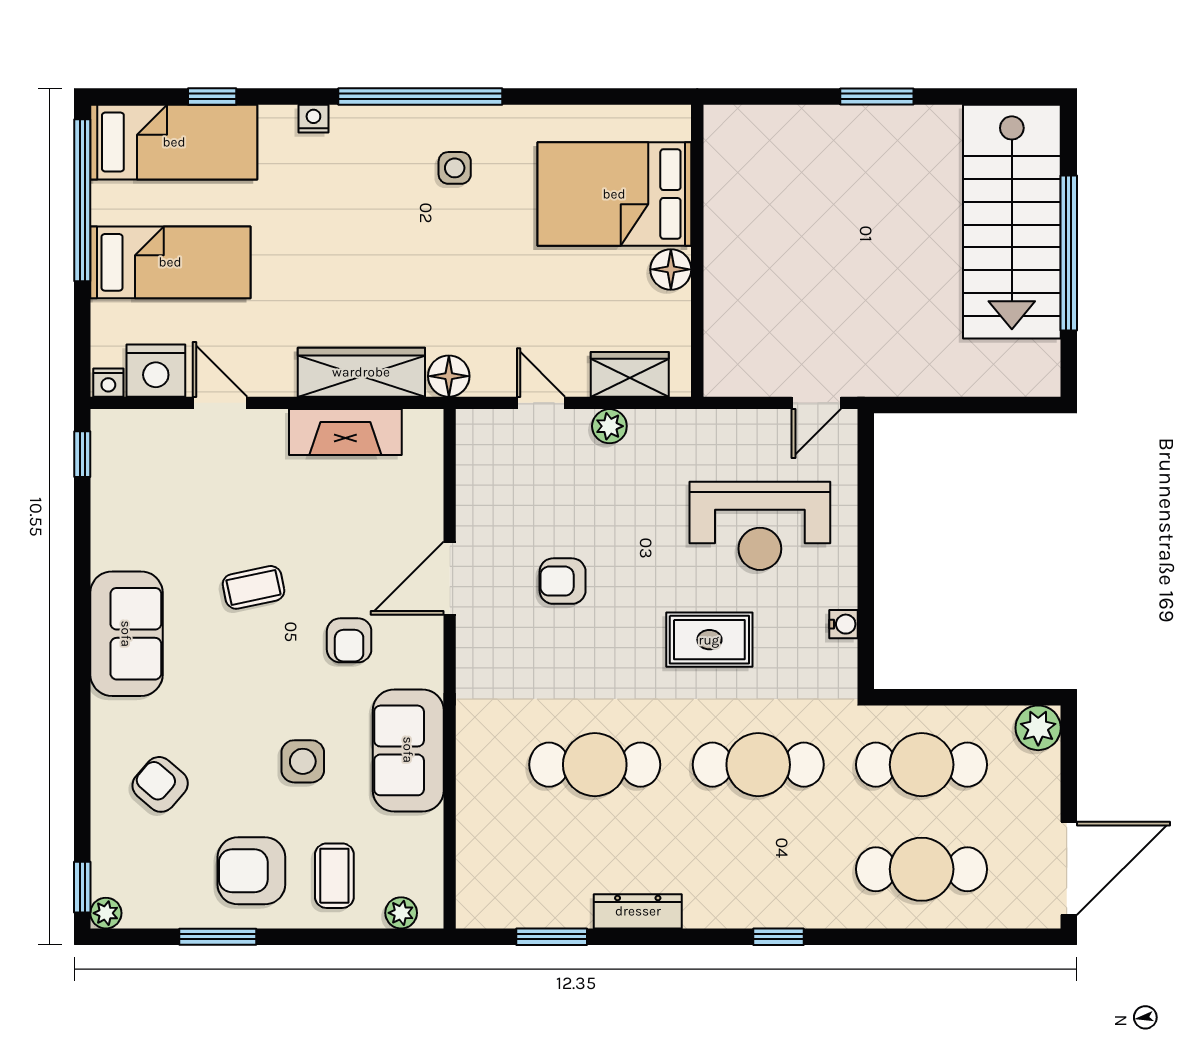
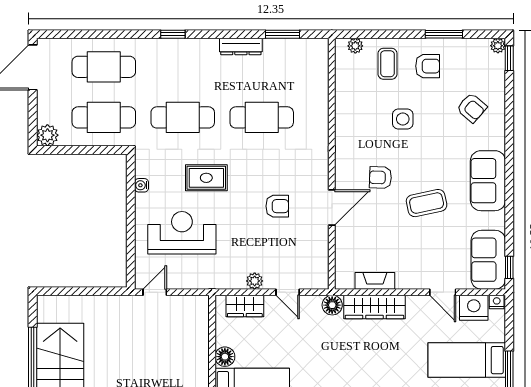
fireplace: (345, 432) -> (375, 281), width x0.73, depth x0.76
coffee table: (254, 587) -> (427, 203), width x1.36, depth x1.30
armchair: (349, 640) -> (380, 177), turned -88
sofa: (408, 750) -> (488, 260), moved, turned 180
armchair: (251, 871) -> (428, 66), width x0.72, depth x0.72

